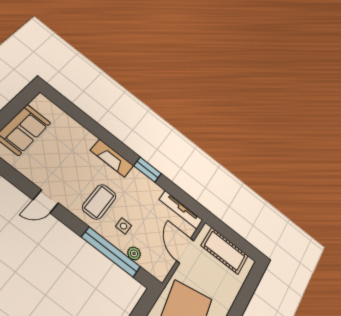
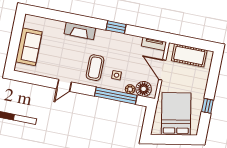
fireplace: (112, 158) -> (80, 31), moved
tv unit: (181, 210) -> (154, 44), width x0.71
floor lamp: (152, 262) -> (144, 89), added

